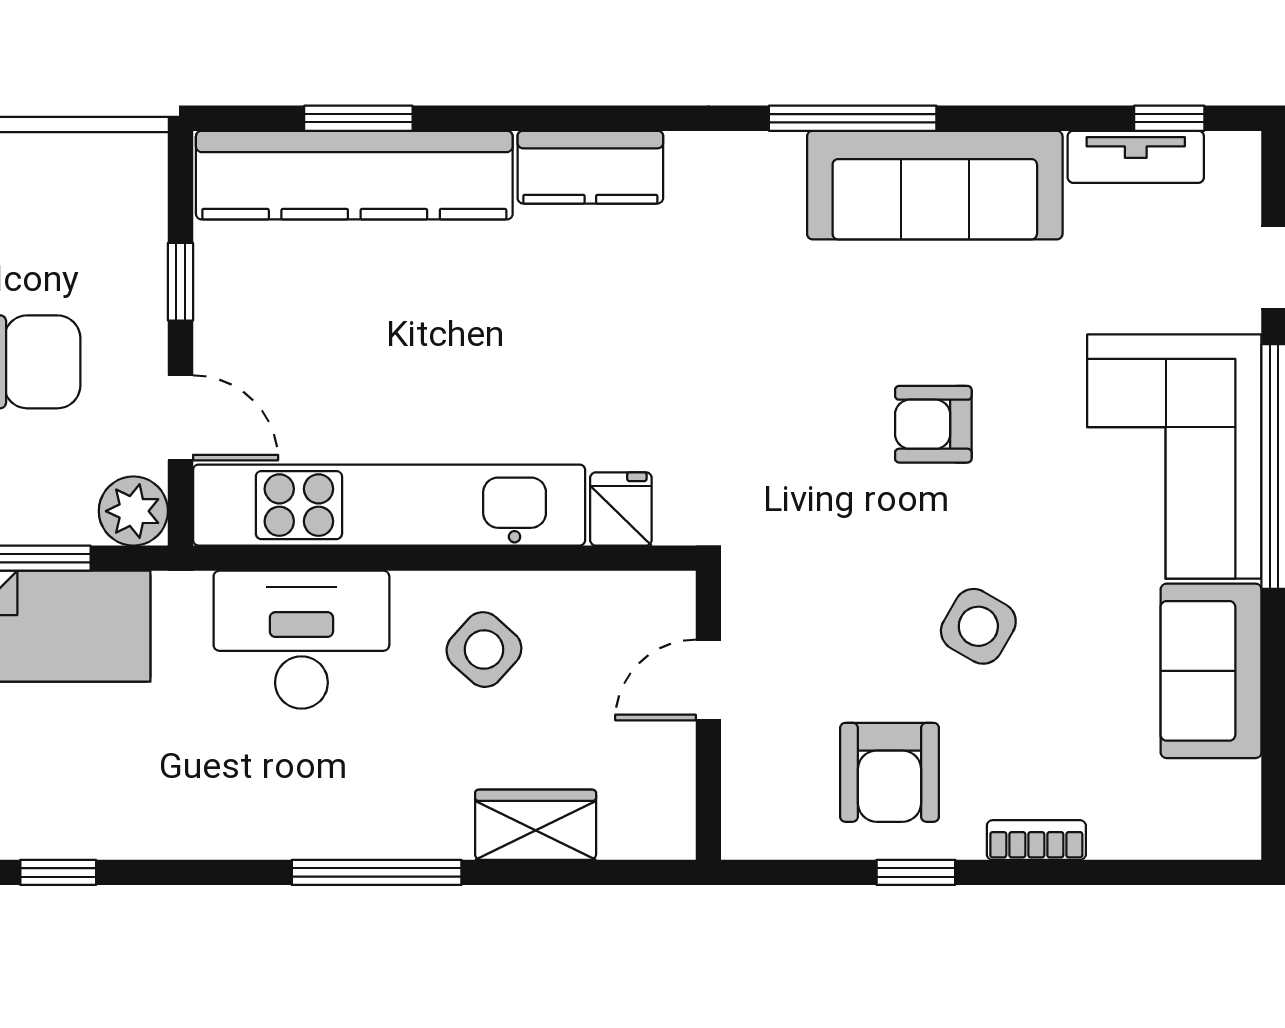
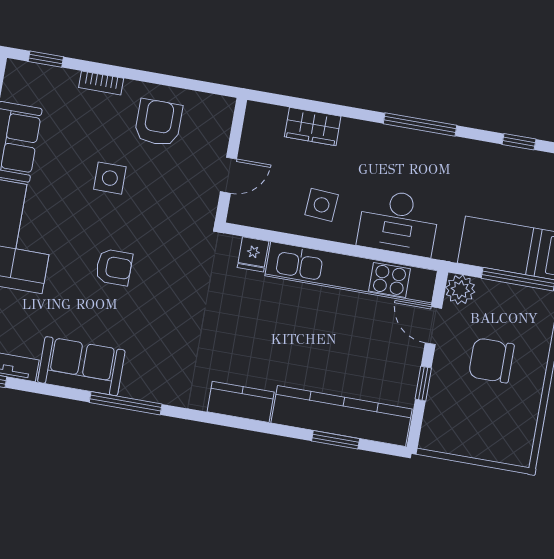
sofa: (935, 185) -> (81, 366), width x0.73
side table: (978, 626) -> (110, 178), turned -30
side table: (484, 650) -> (322, 205), turned -38
window: (377, 872) -> (420, 124), moved
window: (916, 872) -> (46, 59), moved

